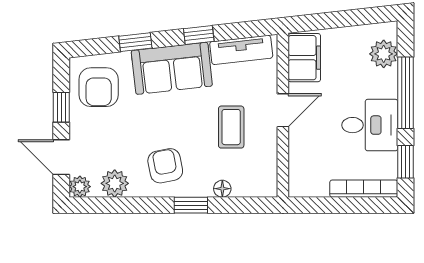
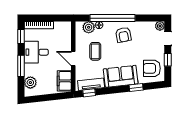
window: (199, 35) -> (89, 93), moved
armchair: (99, 87) -> (152, 68), turned -90
window: (406, 93) -> (21, 66), width x0.69
door: (283, 110) -> (73, 59), hinge flipped
plant: (115, 183) -> (89, 27), moved
window: (191, 205) -> (112, 18), width x3.17

